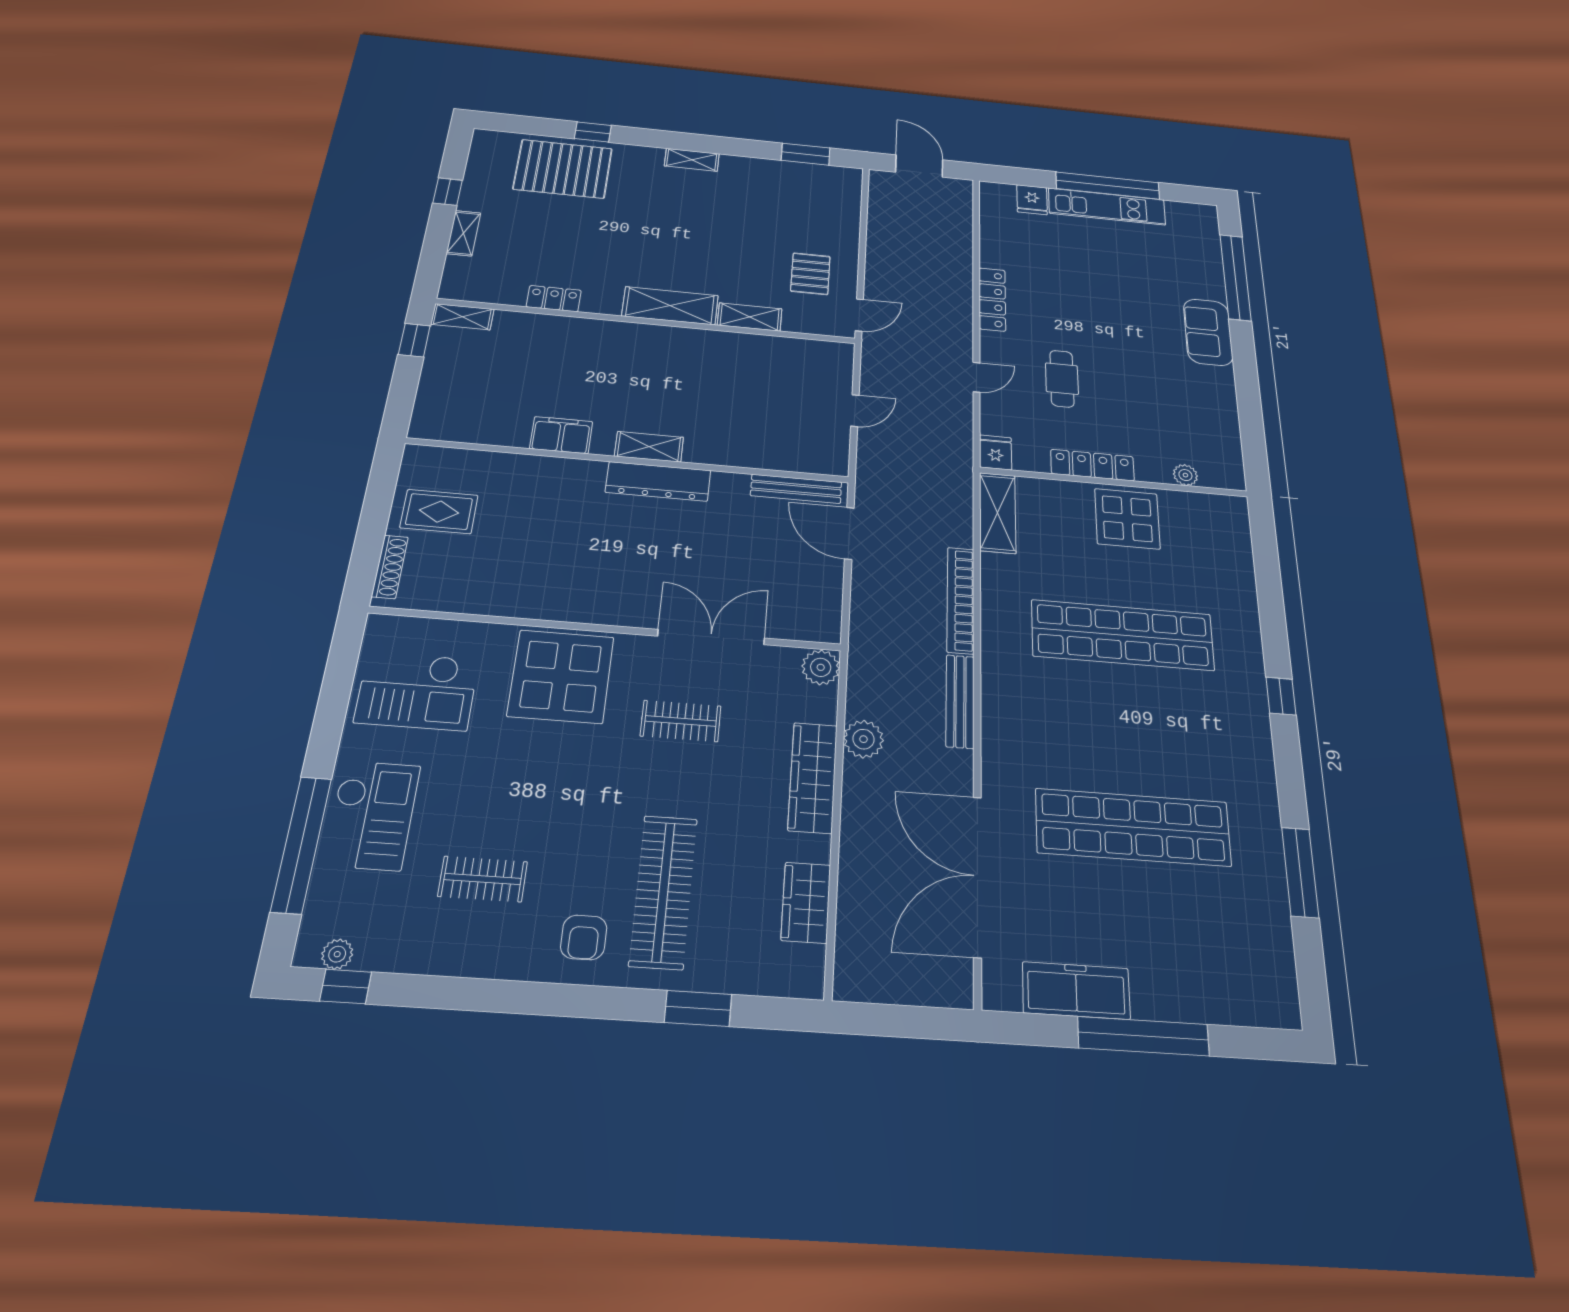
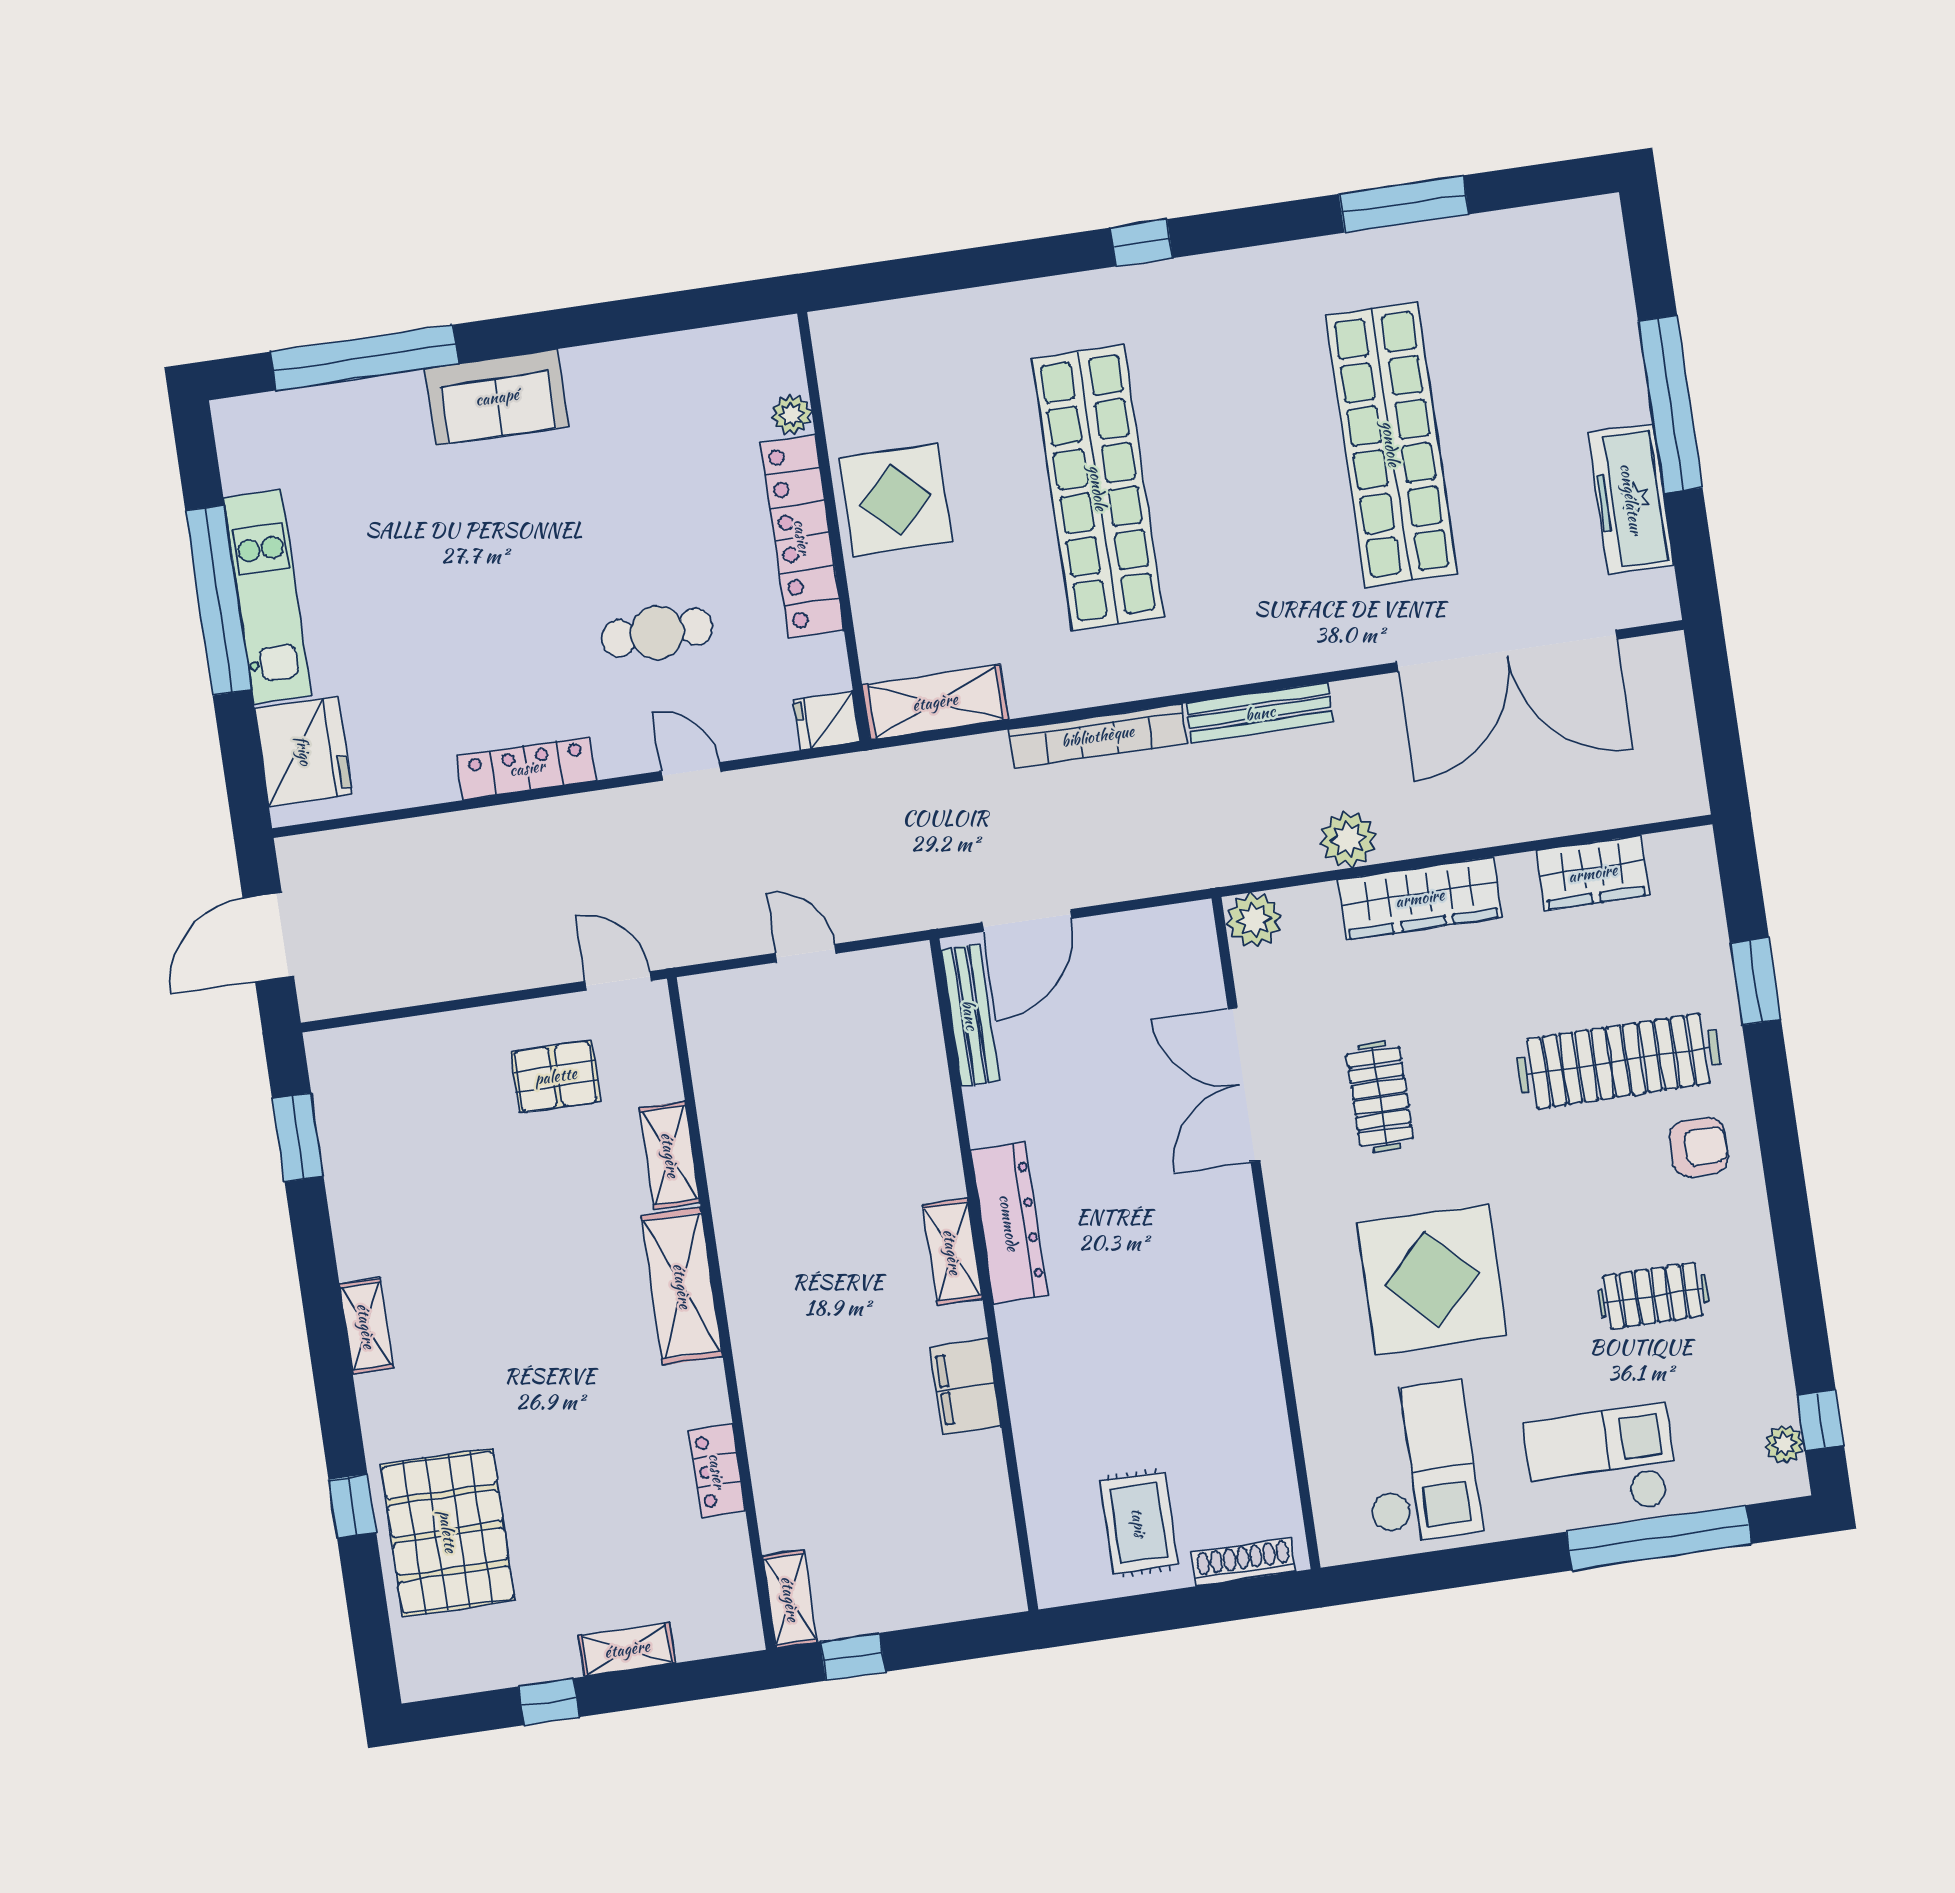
fridge: (1032, 200) -> (304, 751), width x1.88, depth x1.34
locker: (1092, 465) -> (802, 537), width x1.41, depth x1.21
display table: (561, 676) -> (1432, 1279), moved
clothes rail: (483, 879) -> (1653, 1296), turned 90

